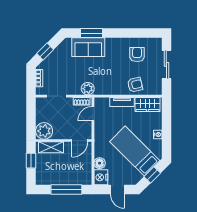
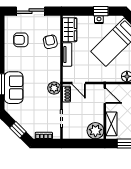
window: (166, 136) -> (101, 11), added

